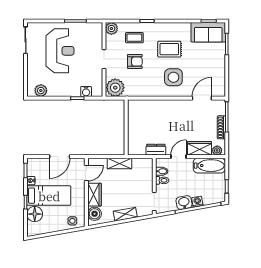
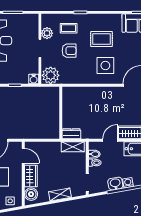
plant: (111, 28) -> (47, 33), moved
water cooler: (86, 92) -> (34, 79), moved
dresser: (156, 150) -> (71, 134), moved
shelving: (119, 163) -> (73, 147), moved
door: (86, 173) -> (23, 156), hinge flipped

